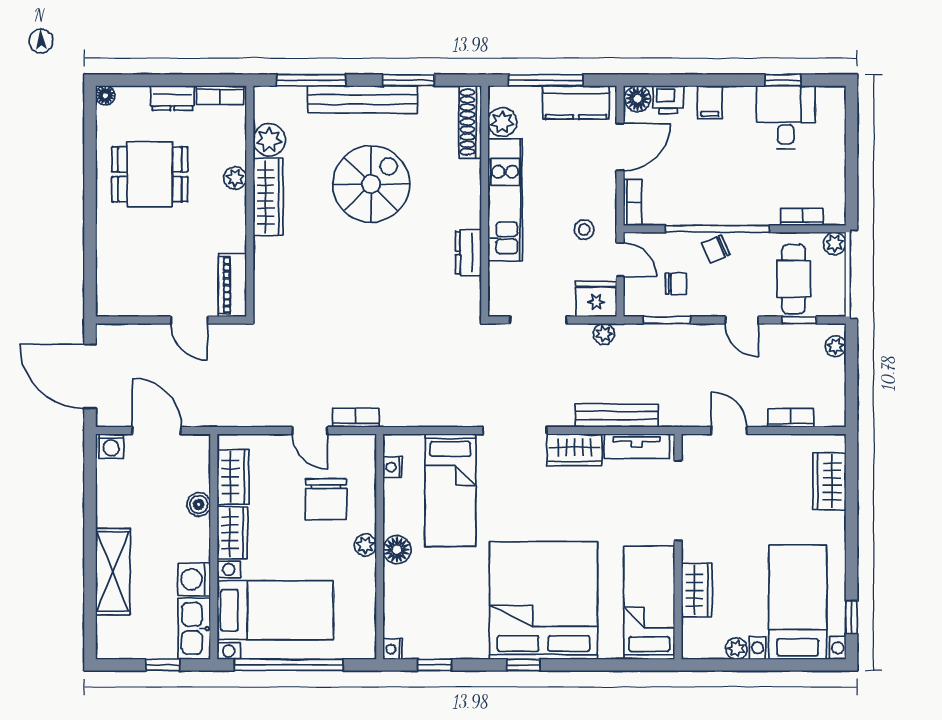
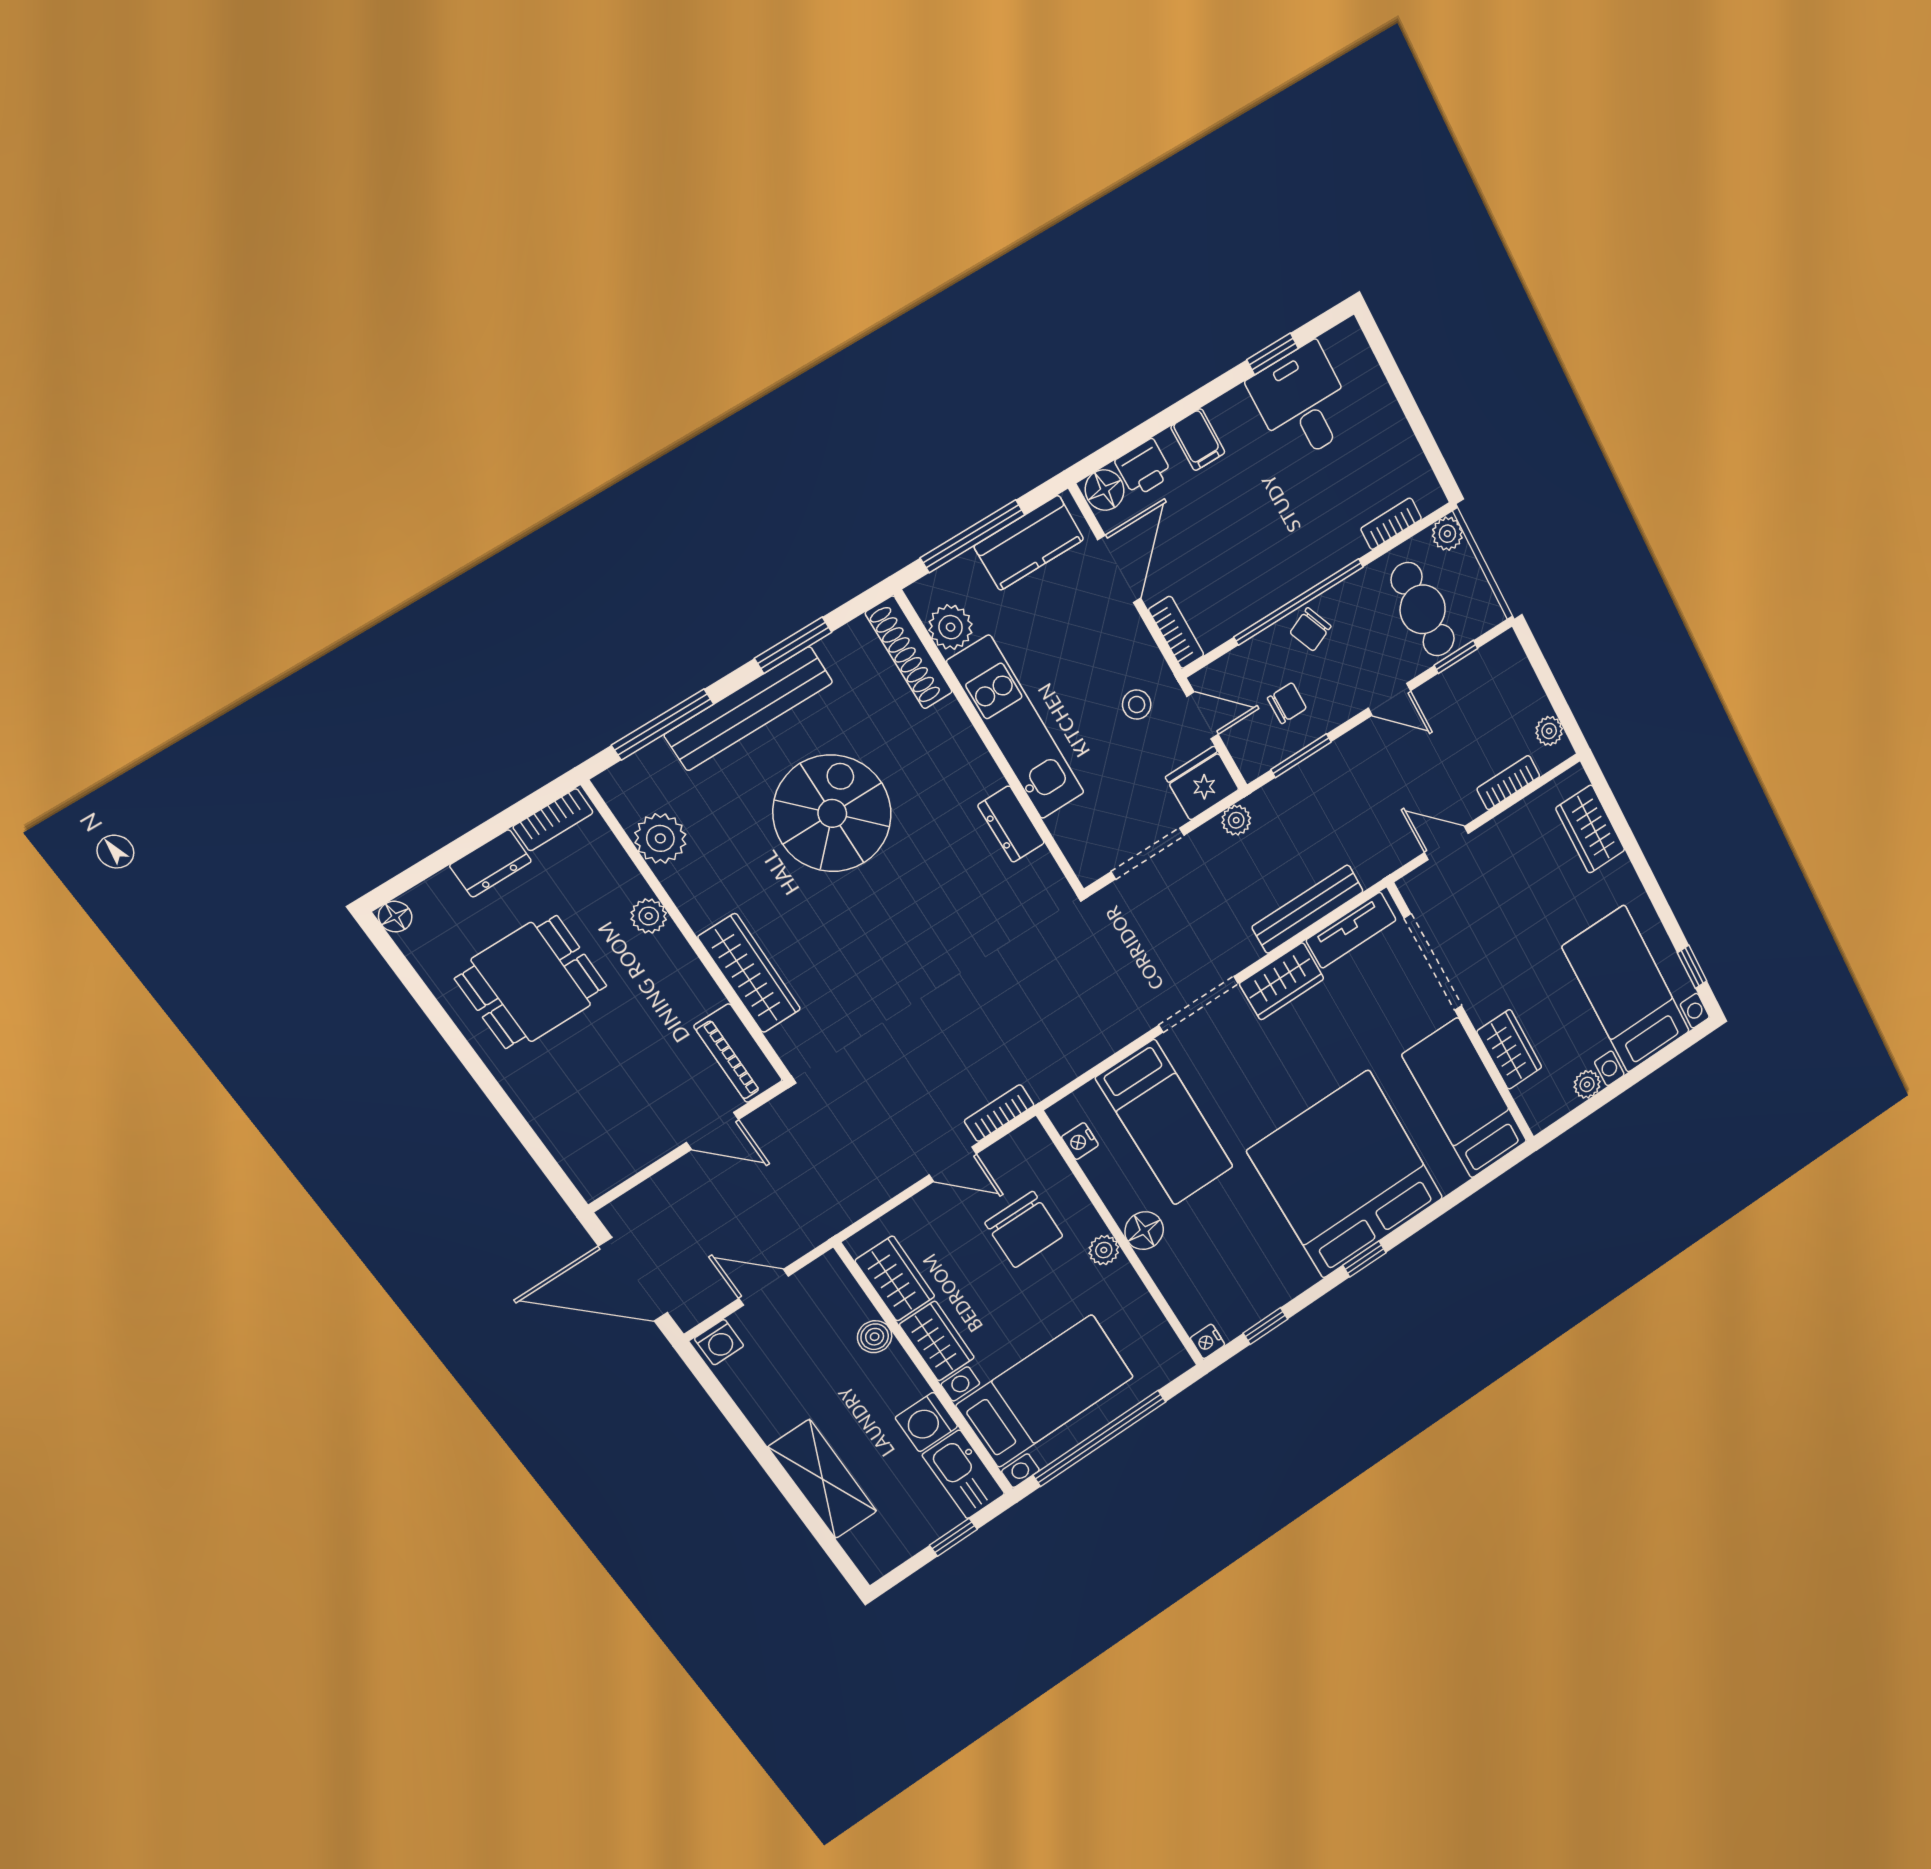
wardrobe: (268, 197) -> (749, 973), moved
plant: (836, 346) -> (1549, 731), moved
door: (157, 431) -> (764, 1287), width x0.73

